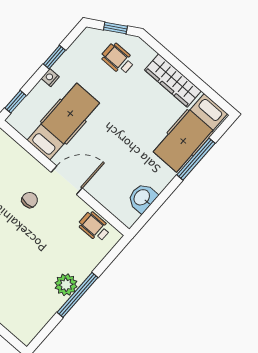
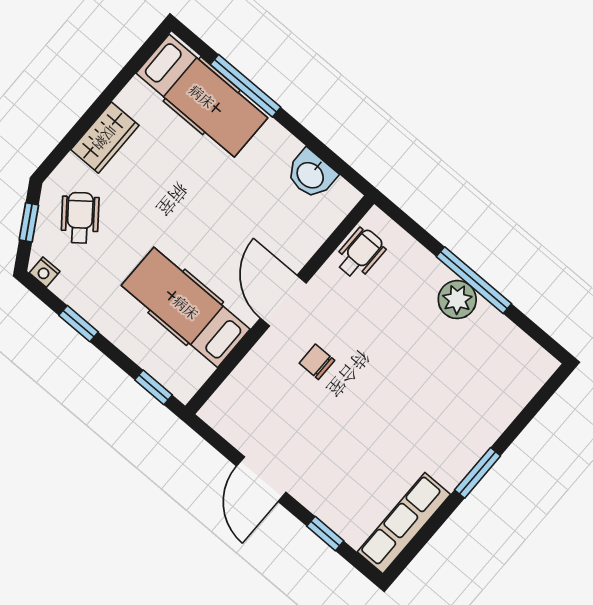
wheelchair: (118, 59) -> (80, 218), turned 142
nightstand: (50, 78) -> (45, 272), moved
wardrobe: (173, 81) -> (105, 138), width x0.67
wheelchair: (94, 227) -> (360, 253), turned 180

